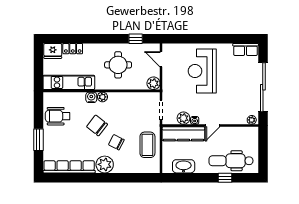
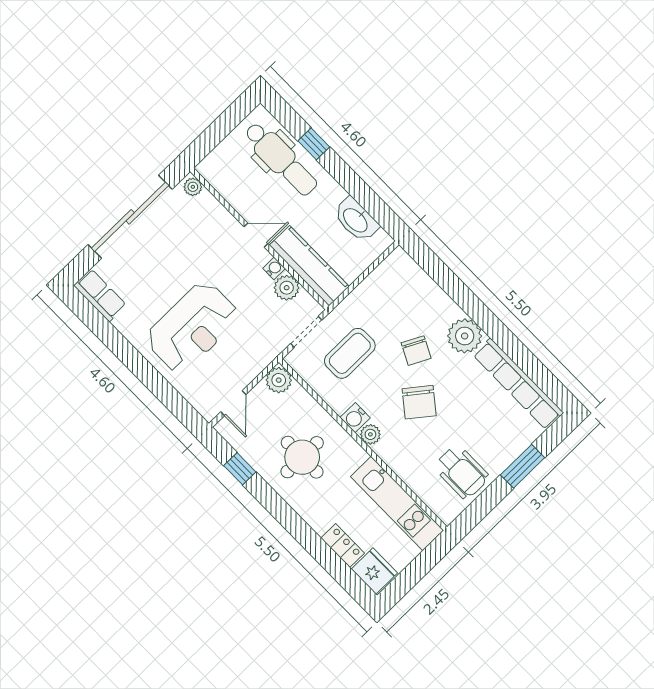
water cooler: (91, 97) -> (355, 418), moved
coffee table: (147, 145) -> (350, 353), moved

